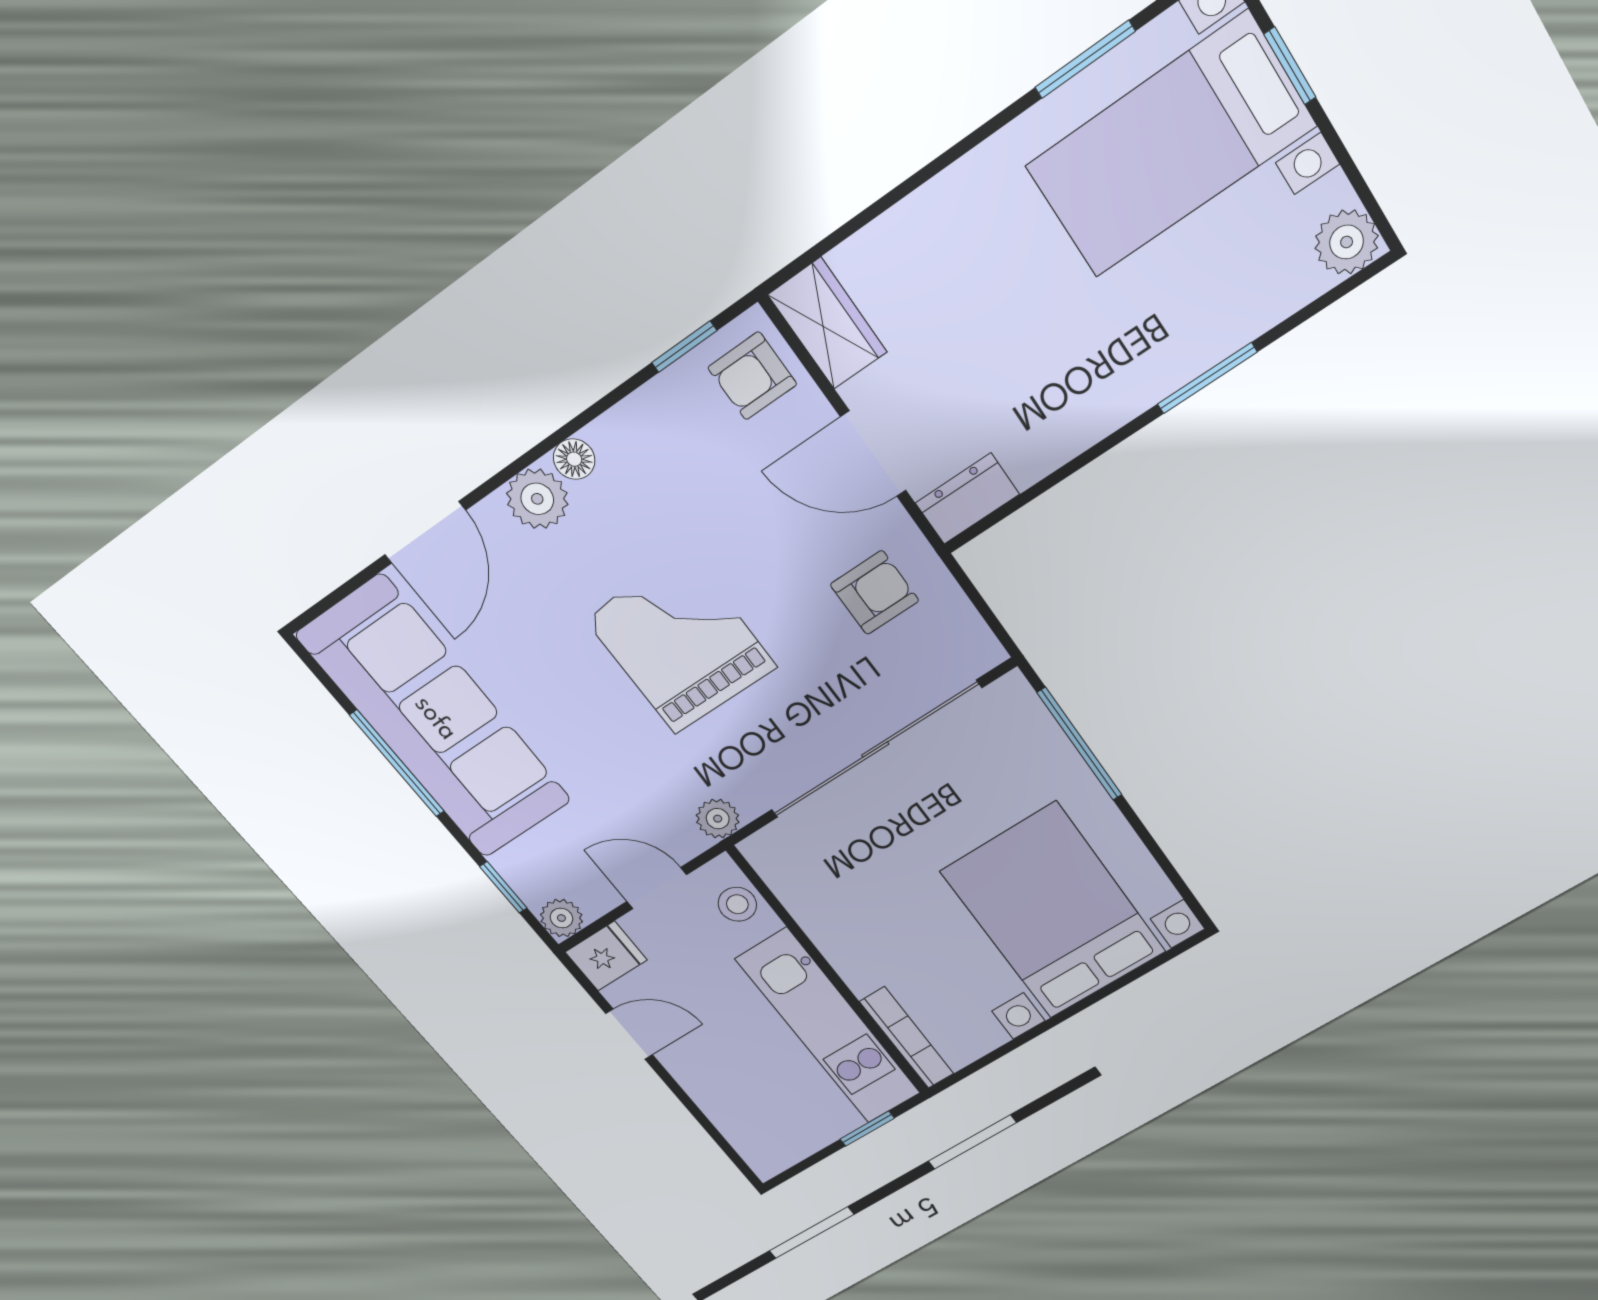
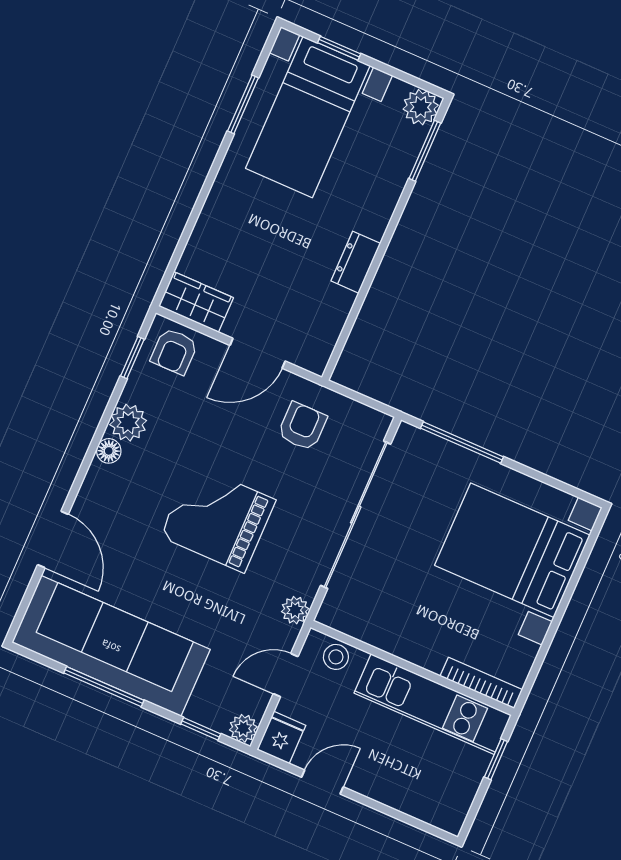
window: (1207, 378) -> (425, 151), moved
plant: (537, 499) -> (128, 423), moved
dresser: (967, 499) -> (356, 262), moved

